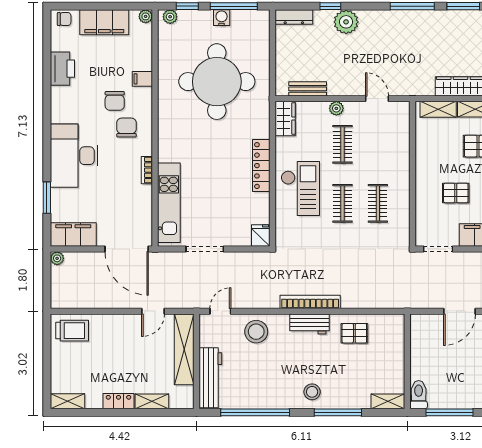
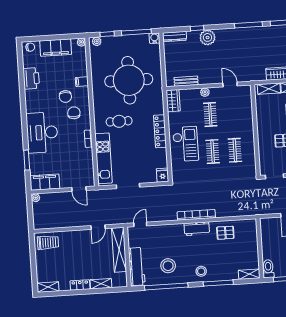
water cooler: (222, 18) -> (154, 38), moved
cafe table: (197, 146) -> (119, 121), added
door: (127, 249) -> (79, 189), width x0.53
stool: (256, 332) -> (168, 266), moved

